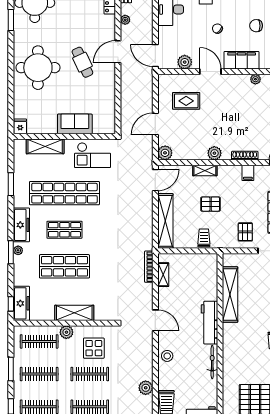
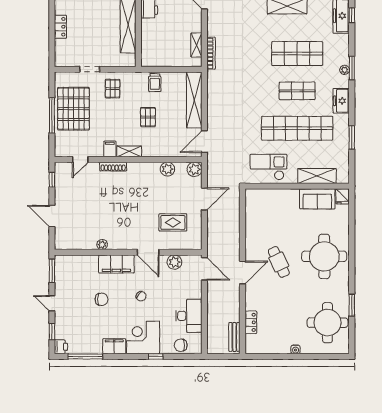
plant: (125, 20) -> (235, 305), removed
sofa: (75, 124) -> (317, 199), moved
plant: (214, 153) -> (167, 169), moved
shelving: (205, 170) -> (129, 151), moved
pallet: (211, 204) -> (148, 117), turned 90
freezer: (21, 225) -> (341, 101), width x0.71

